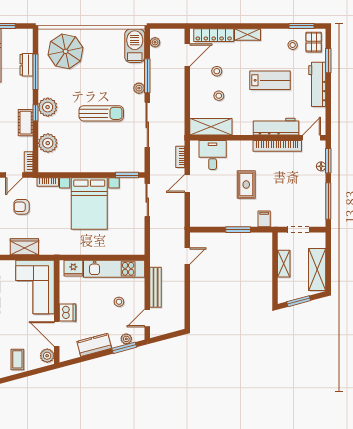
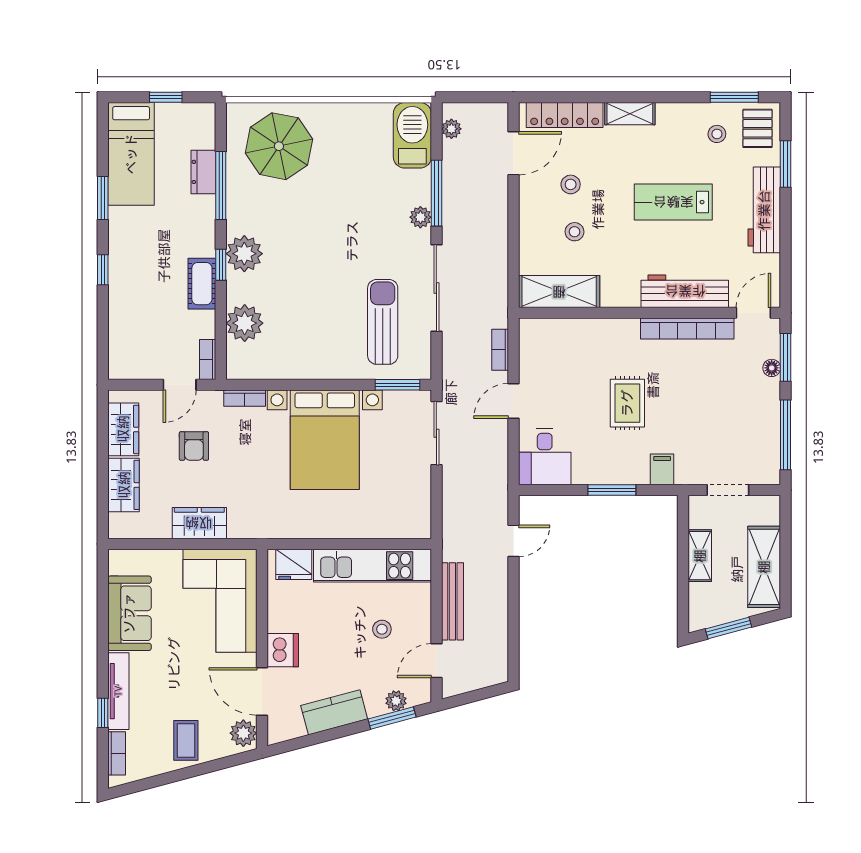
lab bench: (270, 80) -> (673, 202), turned 180
sun lounger: (101, 113) -> (383, 322), moved, turned -90
desk: (213, 155) -> (545, 457), moved, turned 180
armchair: (22, 207) -> (194, 446), turned -90

